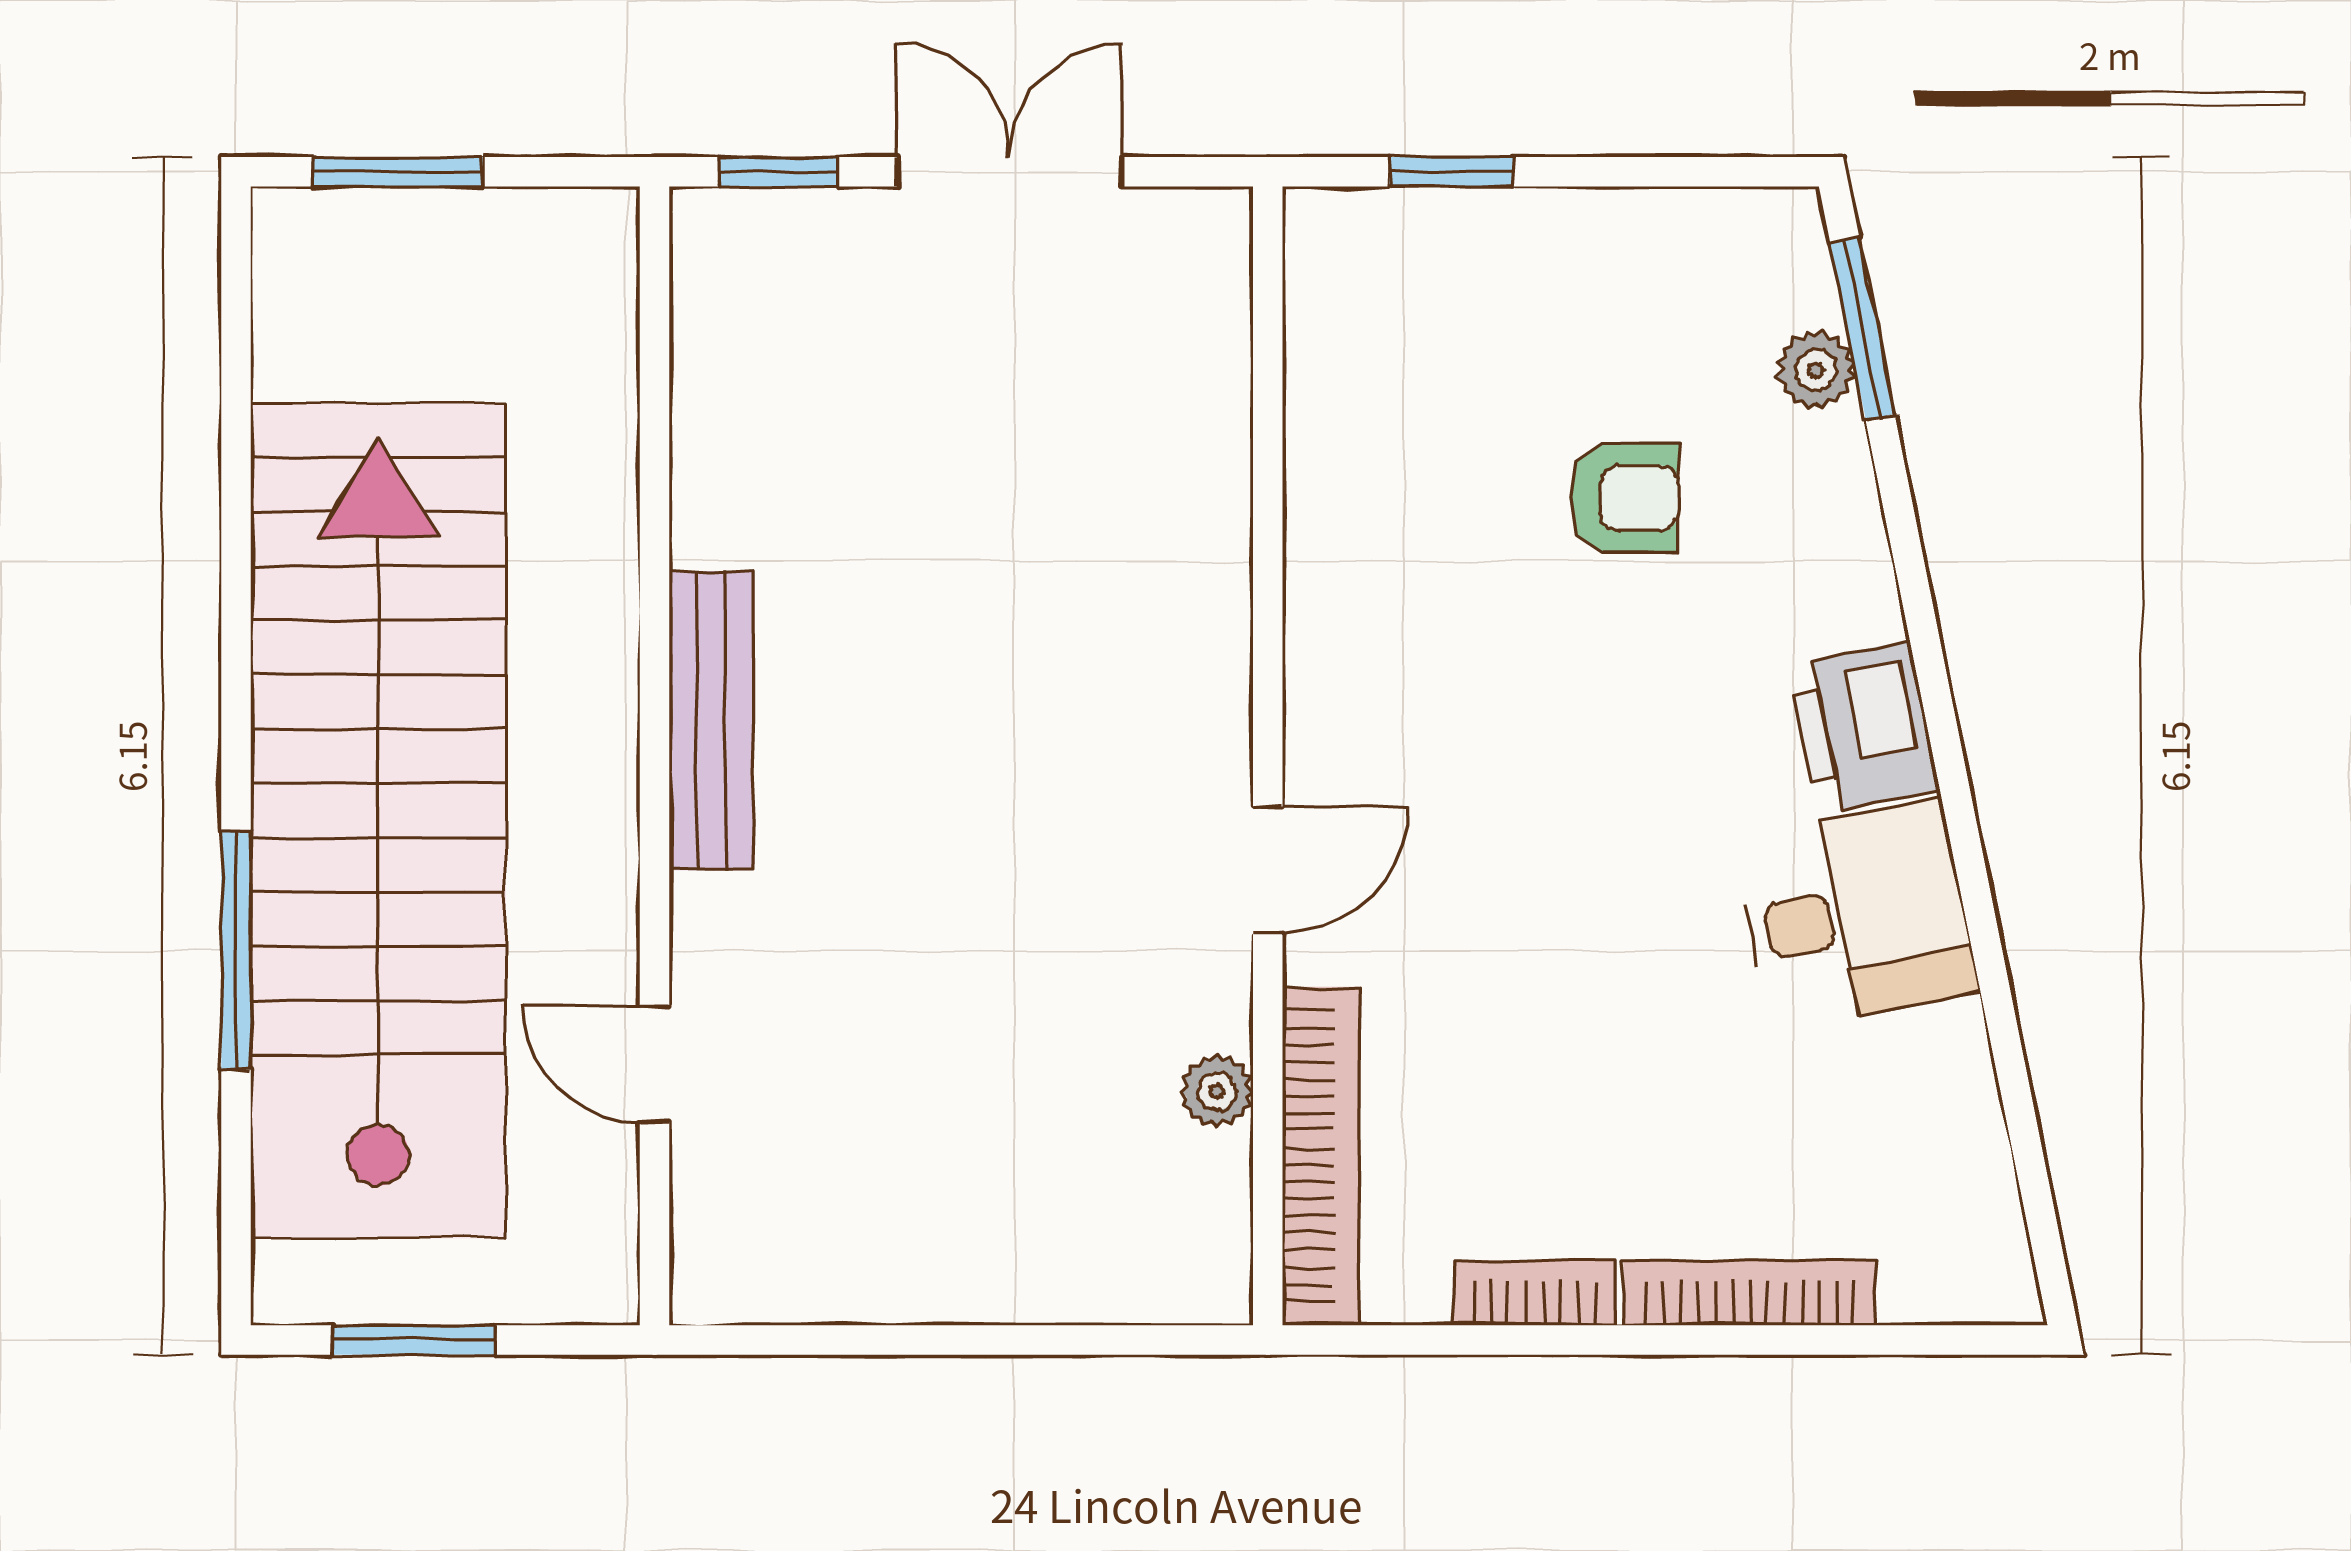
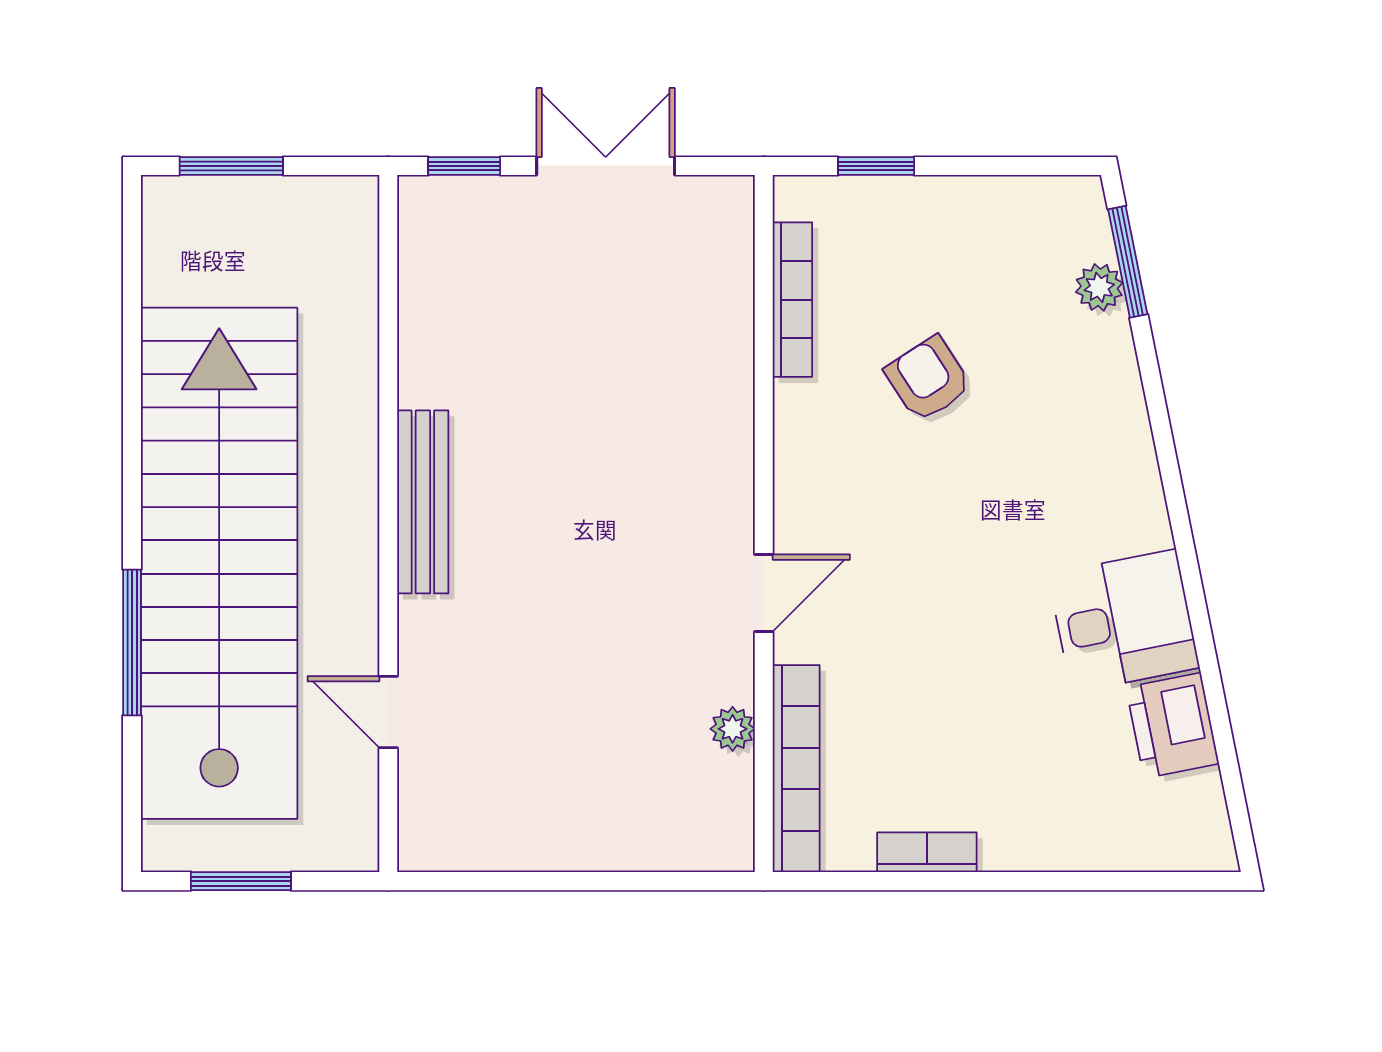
armchair: (1624, 498) -> (928, 379), moved, turned -123
printer: (1864, 727) -> (1172, 726), moved
bookcase: (1750, 1293) -> (792, 300), moved, turned 90

